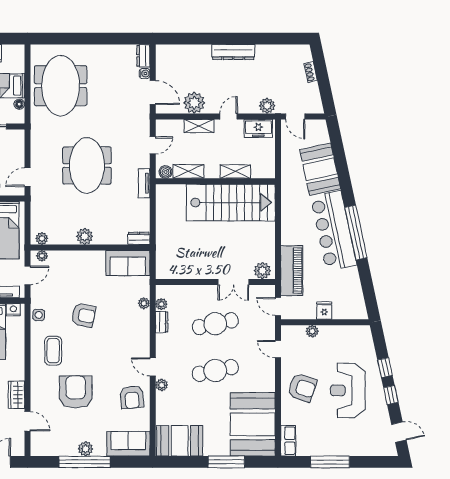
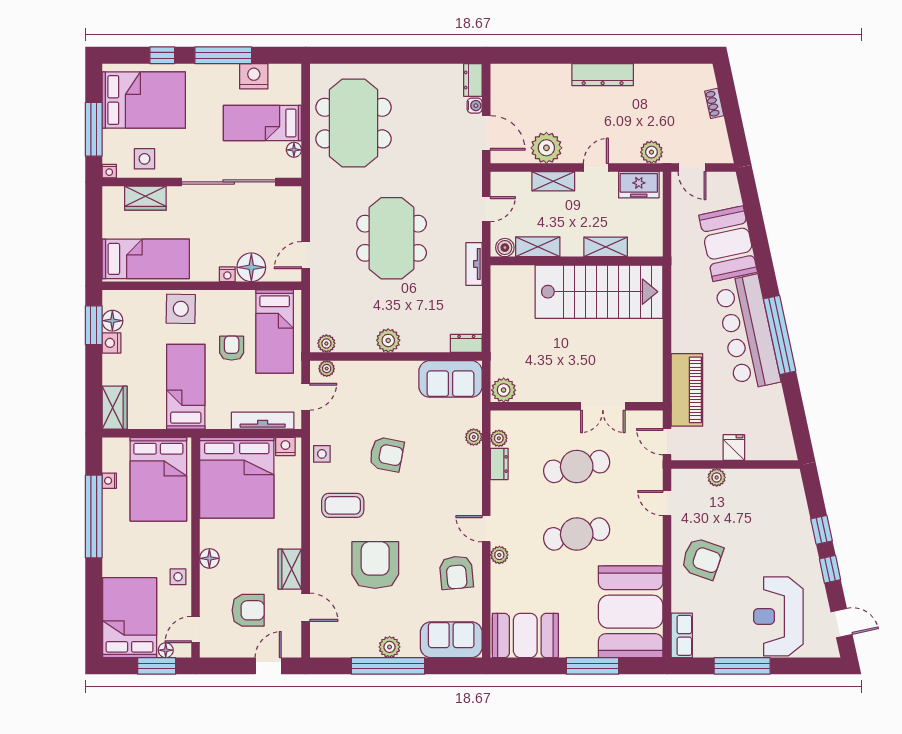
plant: (262, 271) -> (504, 390), moved
coffee table: (53, 351) -> (343, 505), turned 90
reception desk: (348, 390) -> (778, 616), moved

